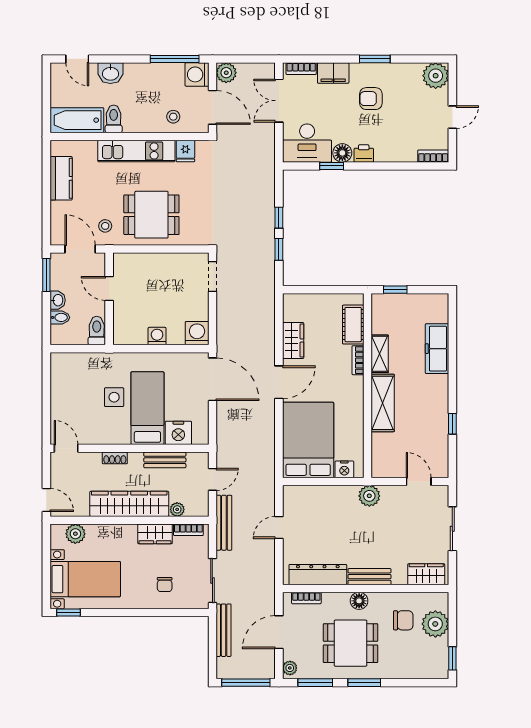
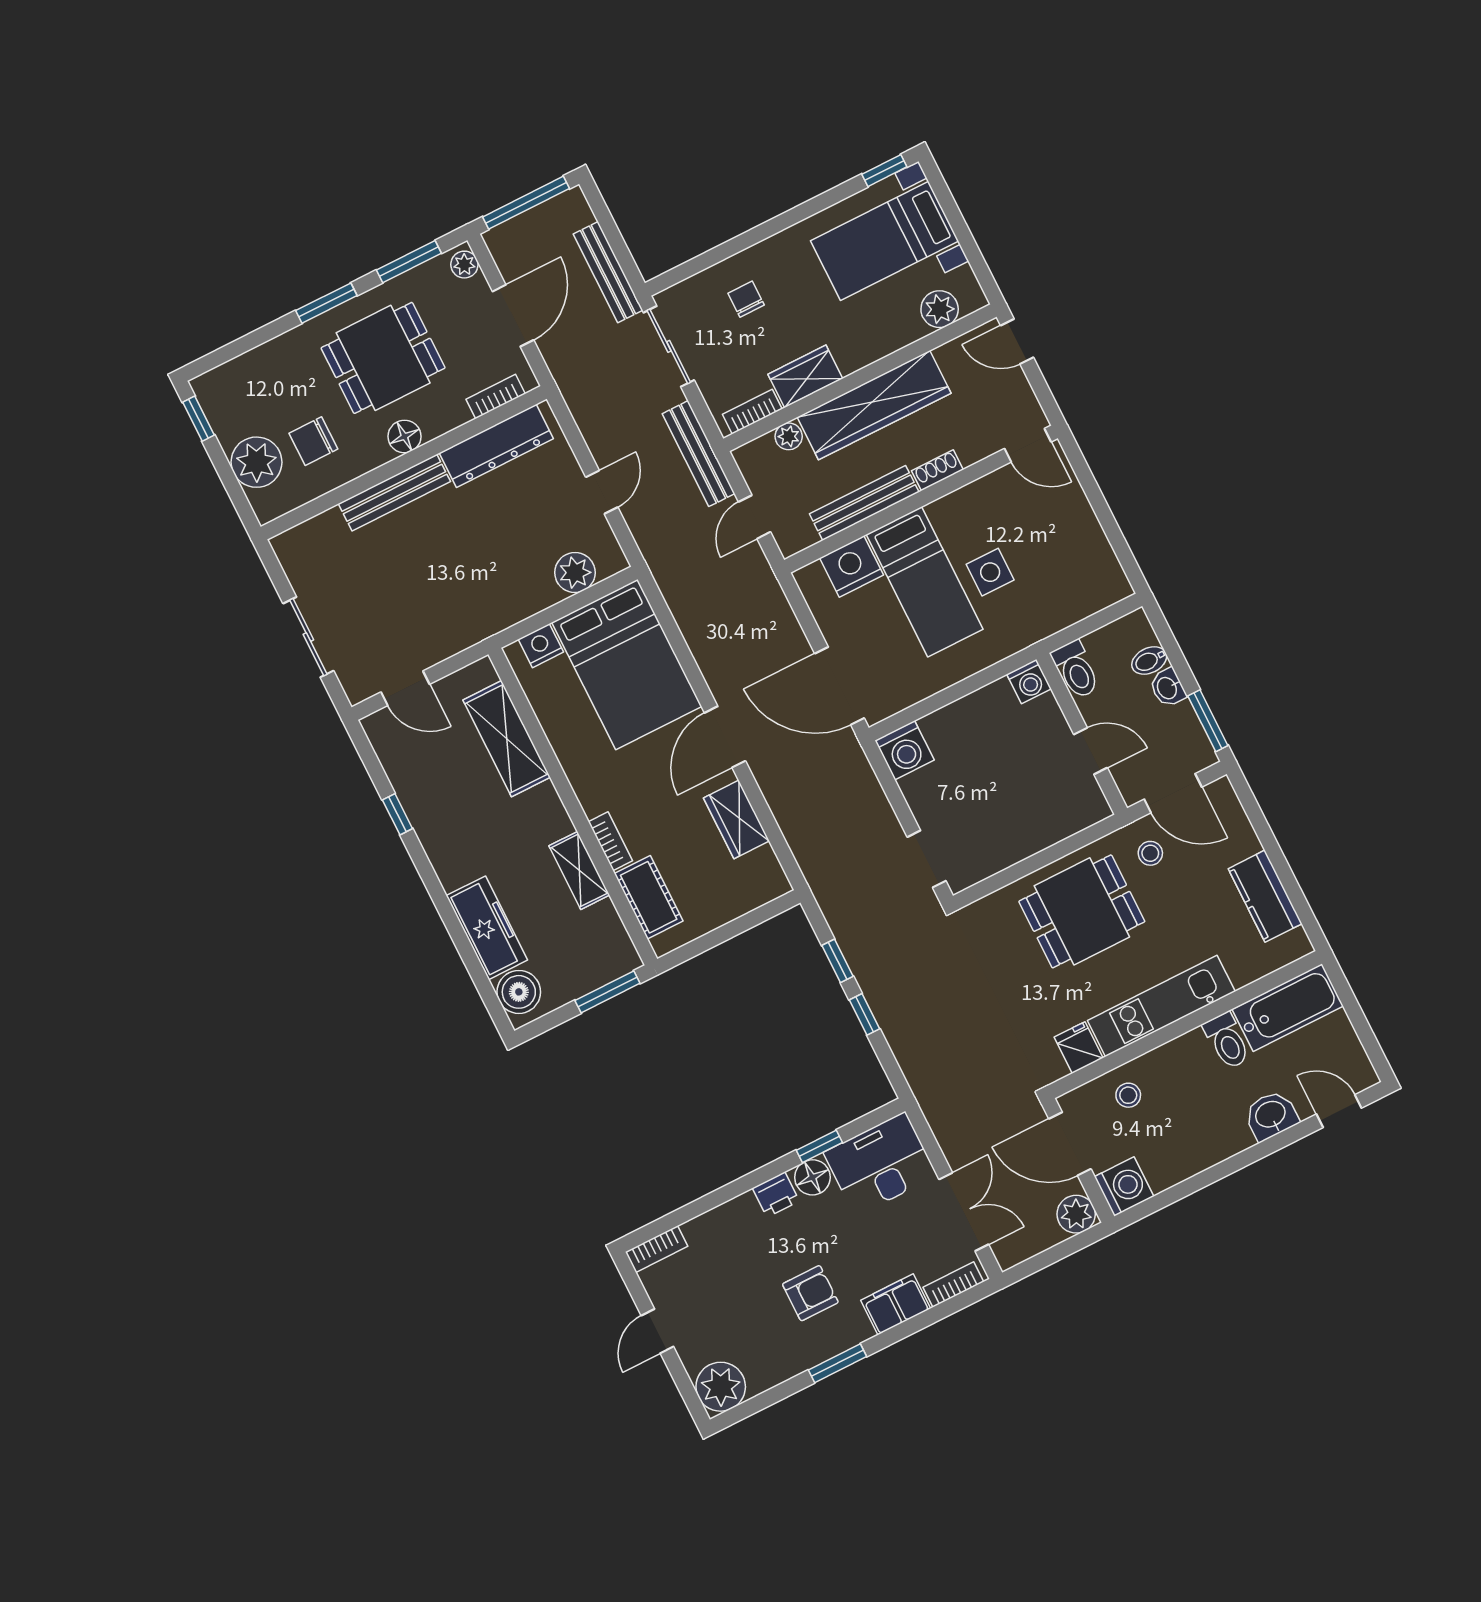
window: (175, 59) -> (1175, 1194), removed
window: (395, 290) -> (607, 992), width x1.50
boiler: (437, 311) -> (519, 992), added
washing machine: (157, 336) -> (1029, 682), moved
shelving: (383, 403) -> (507, 739), moved
bench: (165, 460) -> (864, 503), width x1.36
plant: (369, 496) -> (575, 573), moved
wardrobe: (426, 574) -> (314, 538), removed
bench: (369, 577) -> (394, 493), width x1.36

